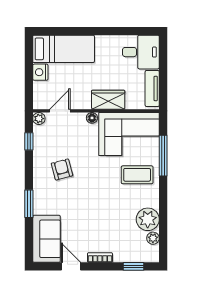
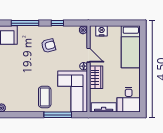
nightstand: (40, 72) -> (102, 31), moved
door: (60, 111) -> (88, 55), moved
window: (29, 141) -> (57, 23), moved
window: (29, 204) -> (25, 23), width x1.44
plant: (148, 219) -> (14, 104), removed

